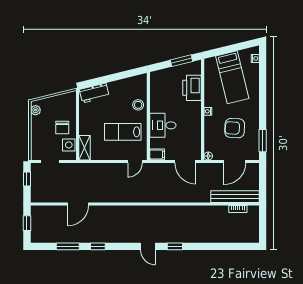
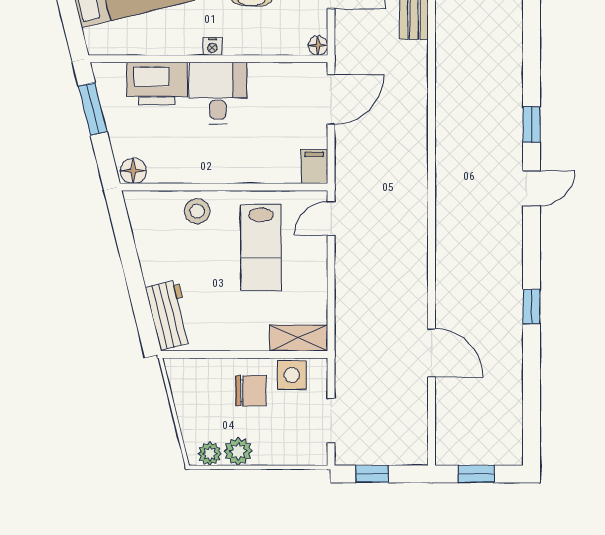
floor lamp: (155, 78) -> (133, 171), added
plant: (37, 122) -> (238, 451), added
desk: (163, 125) -> (218, 93), moved, turned 180
door: (135, 162) -> (331, 219), swing flipped
window: (68, 246) -> (531, 378), removed

